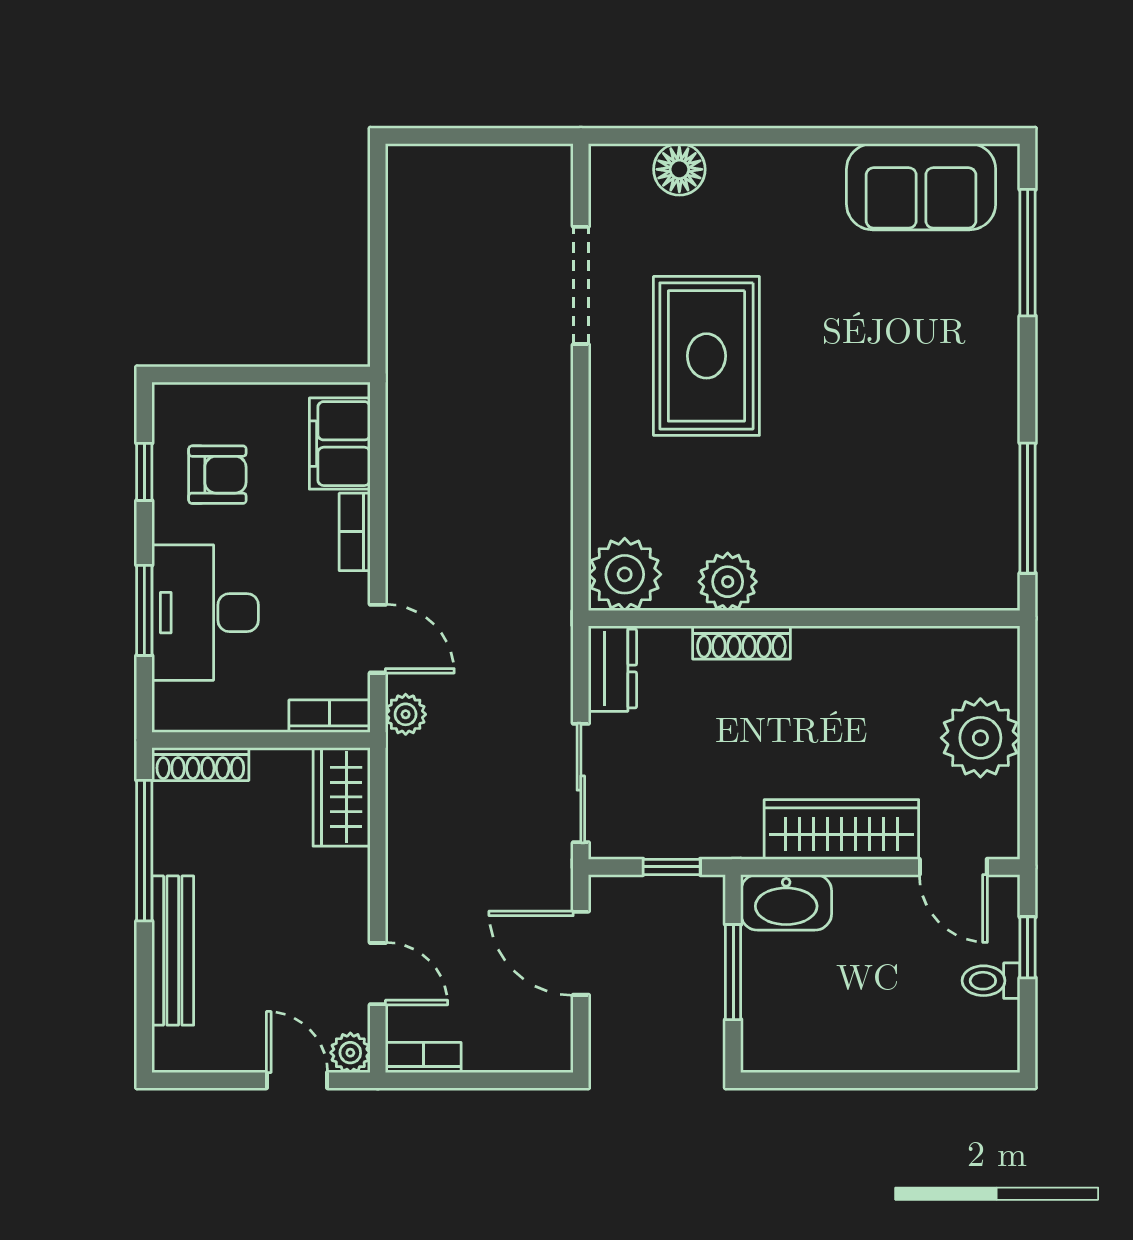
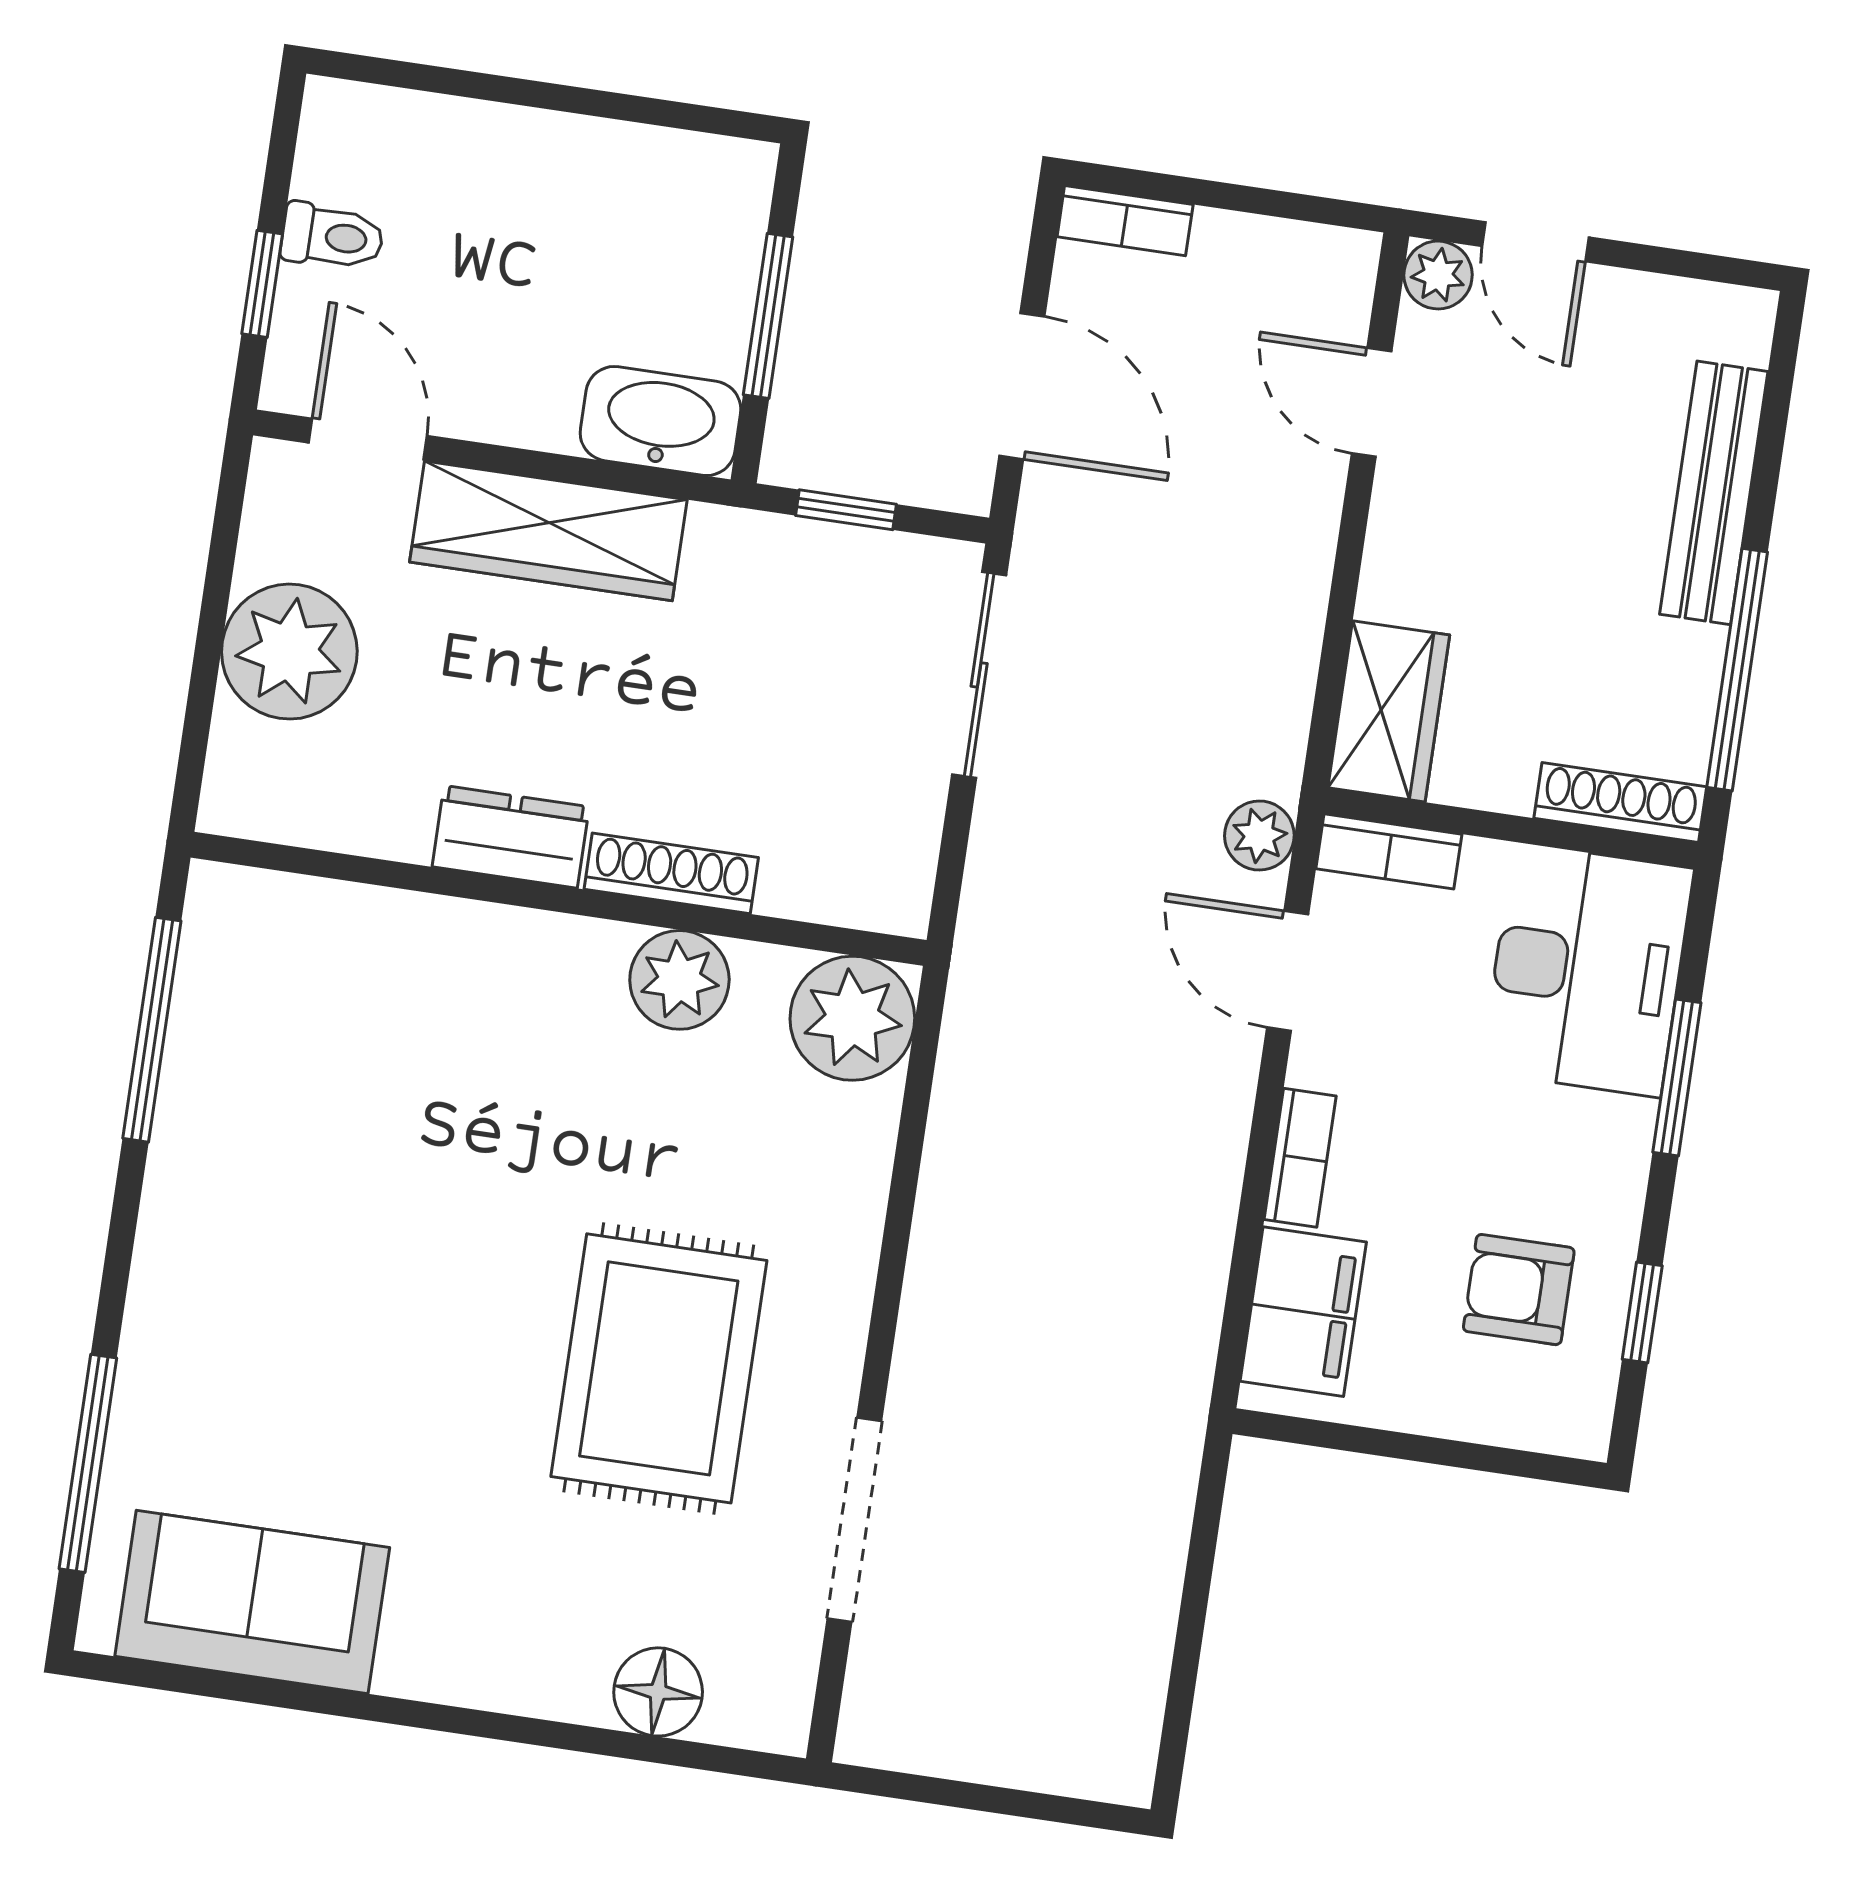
desk: (205, 613) -> (1587, 970), moved
dresser: (612, 669) -> (511, 837), moved, turned 90
bookcase: (423, 1057) -> (1125, 221), moved

